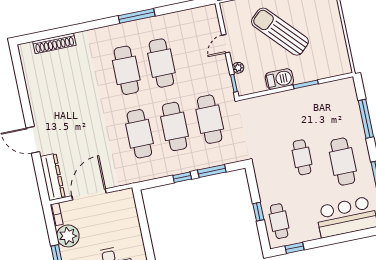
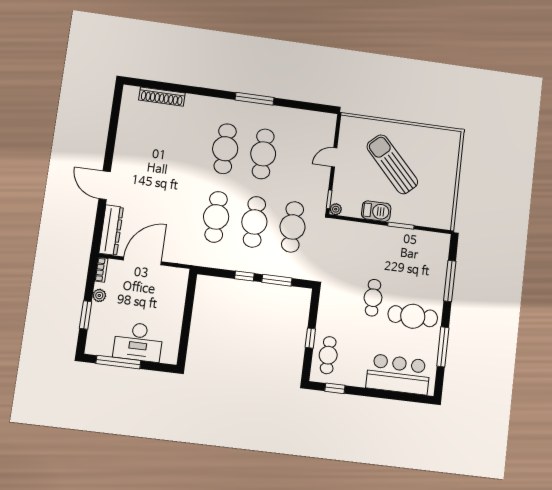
plant: (238, 68) -> (336, 209), moved
cafe table: (343, 162) -> (413, 316), turned 90
plant: (68, 236) -> (99, 295), width x0.53, depth x0.53

